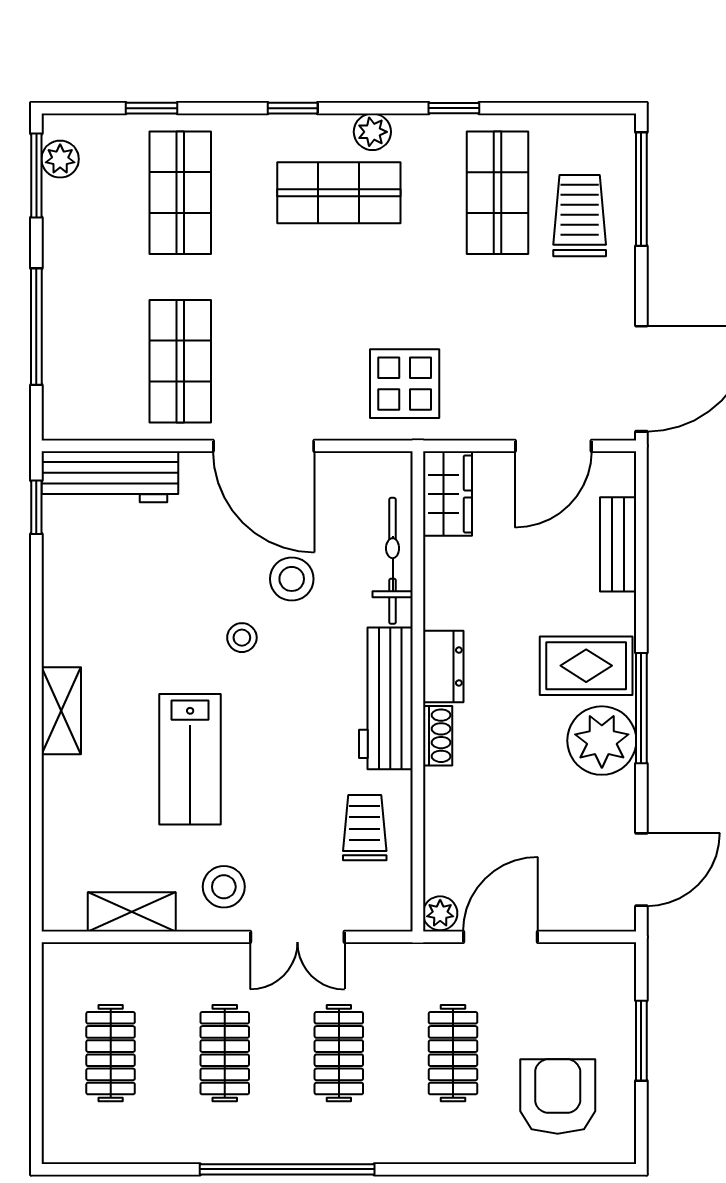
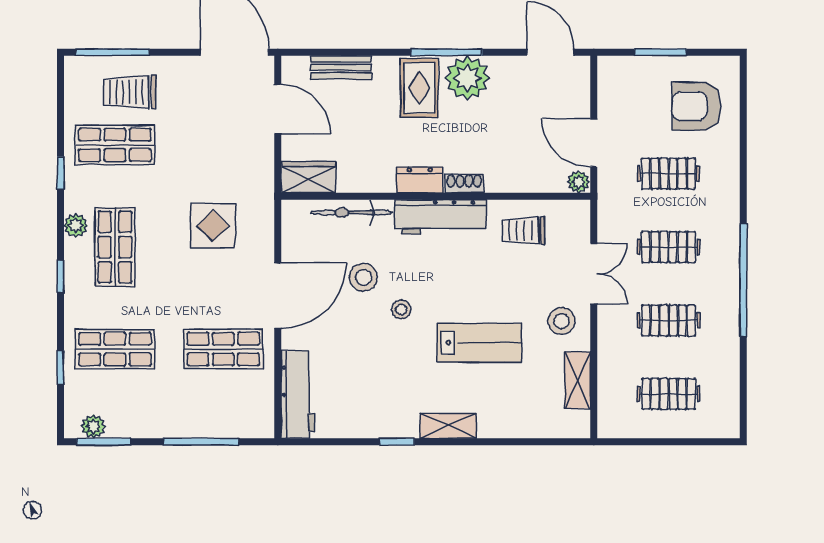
display table: (405, 384) -> (213, 226), moved
window: (36, 507) -> (397, 442), moved

